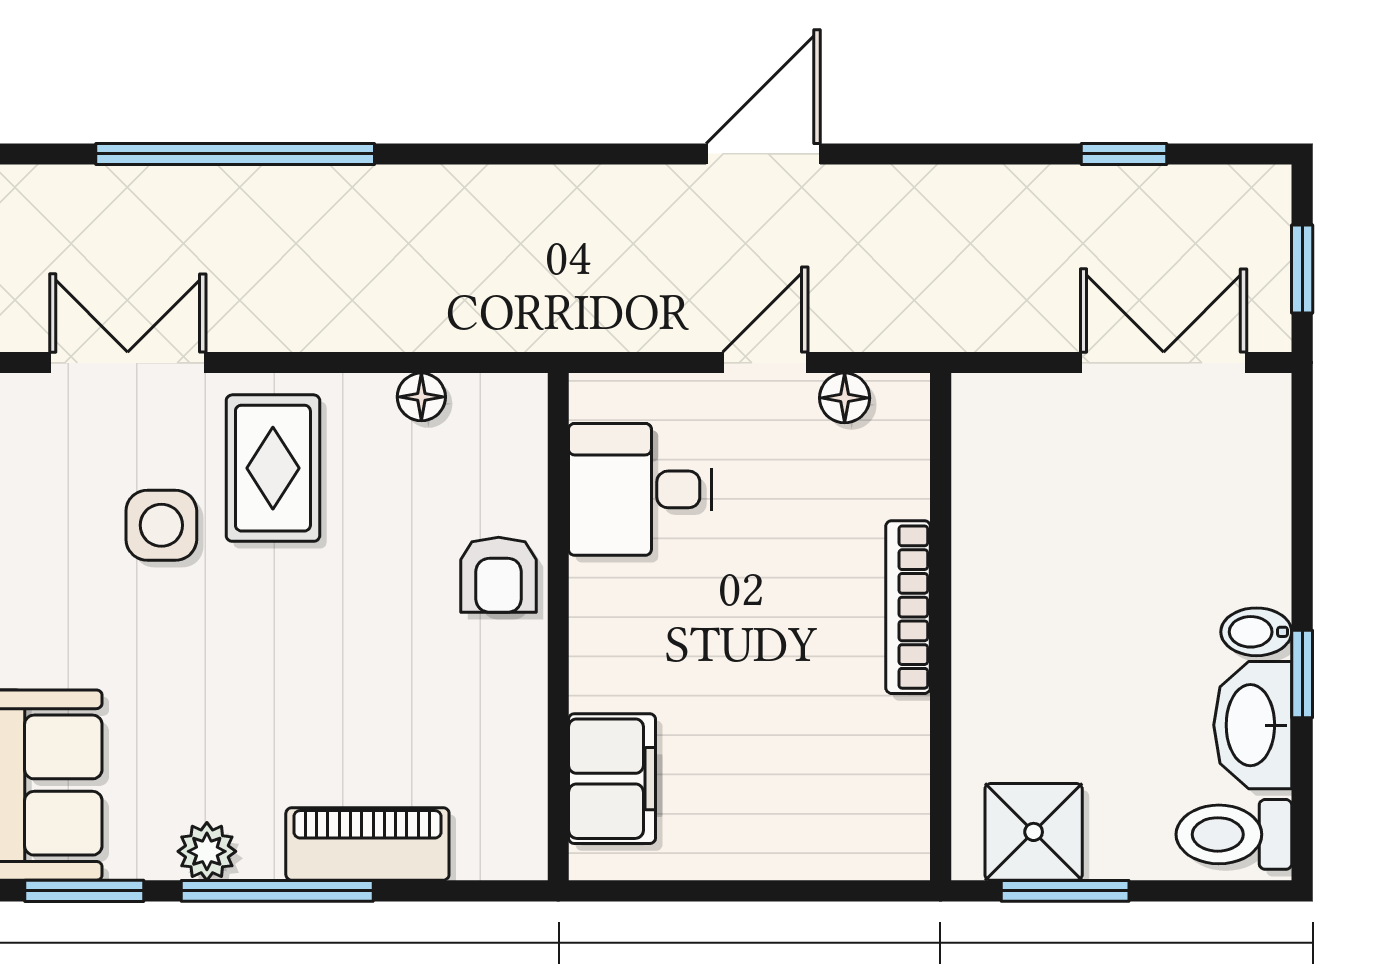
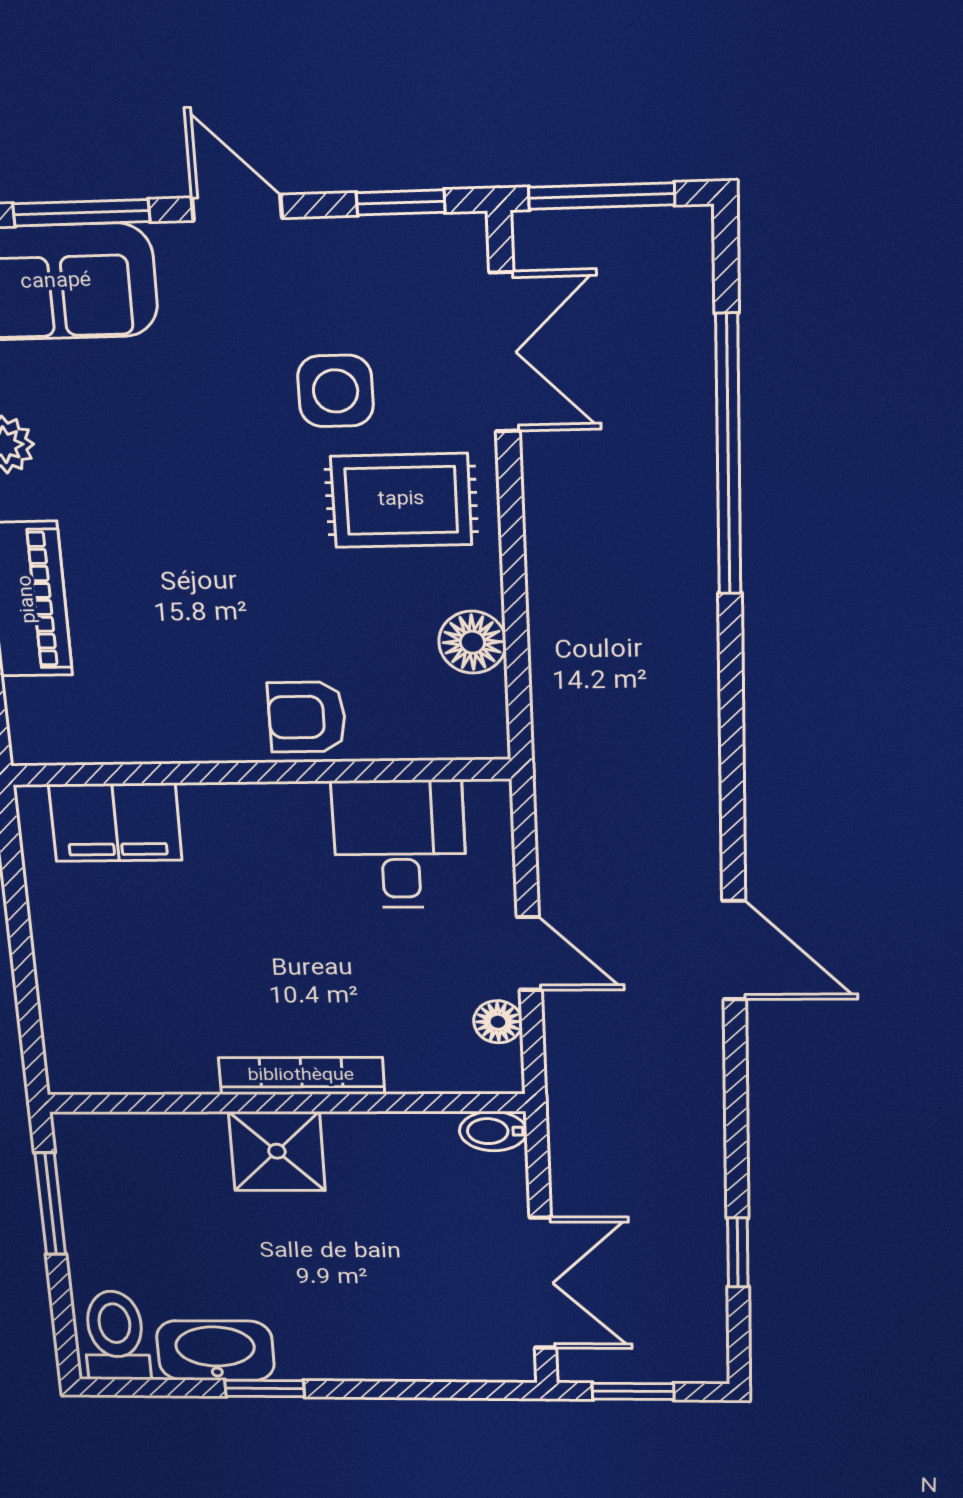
floor lamp: (421, 397) -> (472, 642), width x1.37, depth x1.37
bidet: (1256, 632) -> (493, 1131), moved, turned -90
shower: (1034, 832) -> (277, 1151), moved

